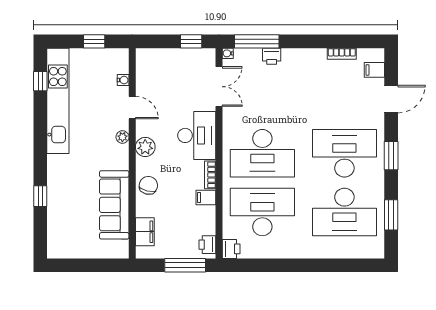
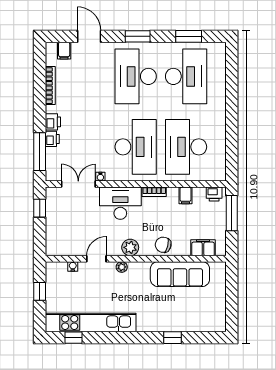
water cooler: (228, 53) -> (100, 177), moved
bookcase: (342, 54) -> (50, 86), width x1.56
filing cabinet: (206, 198) -> (186, 195), moved
printer: (231, 249) -> (53, 122), moved, turned 90

